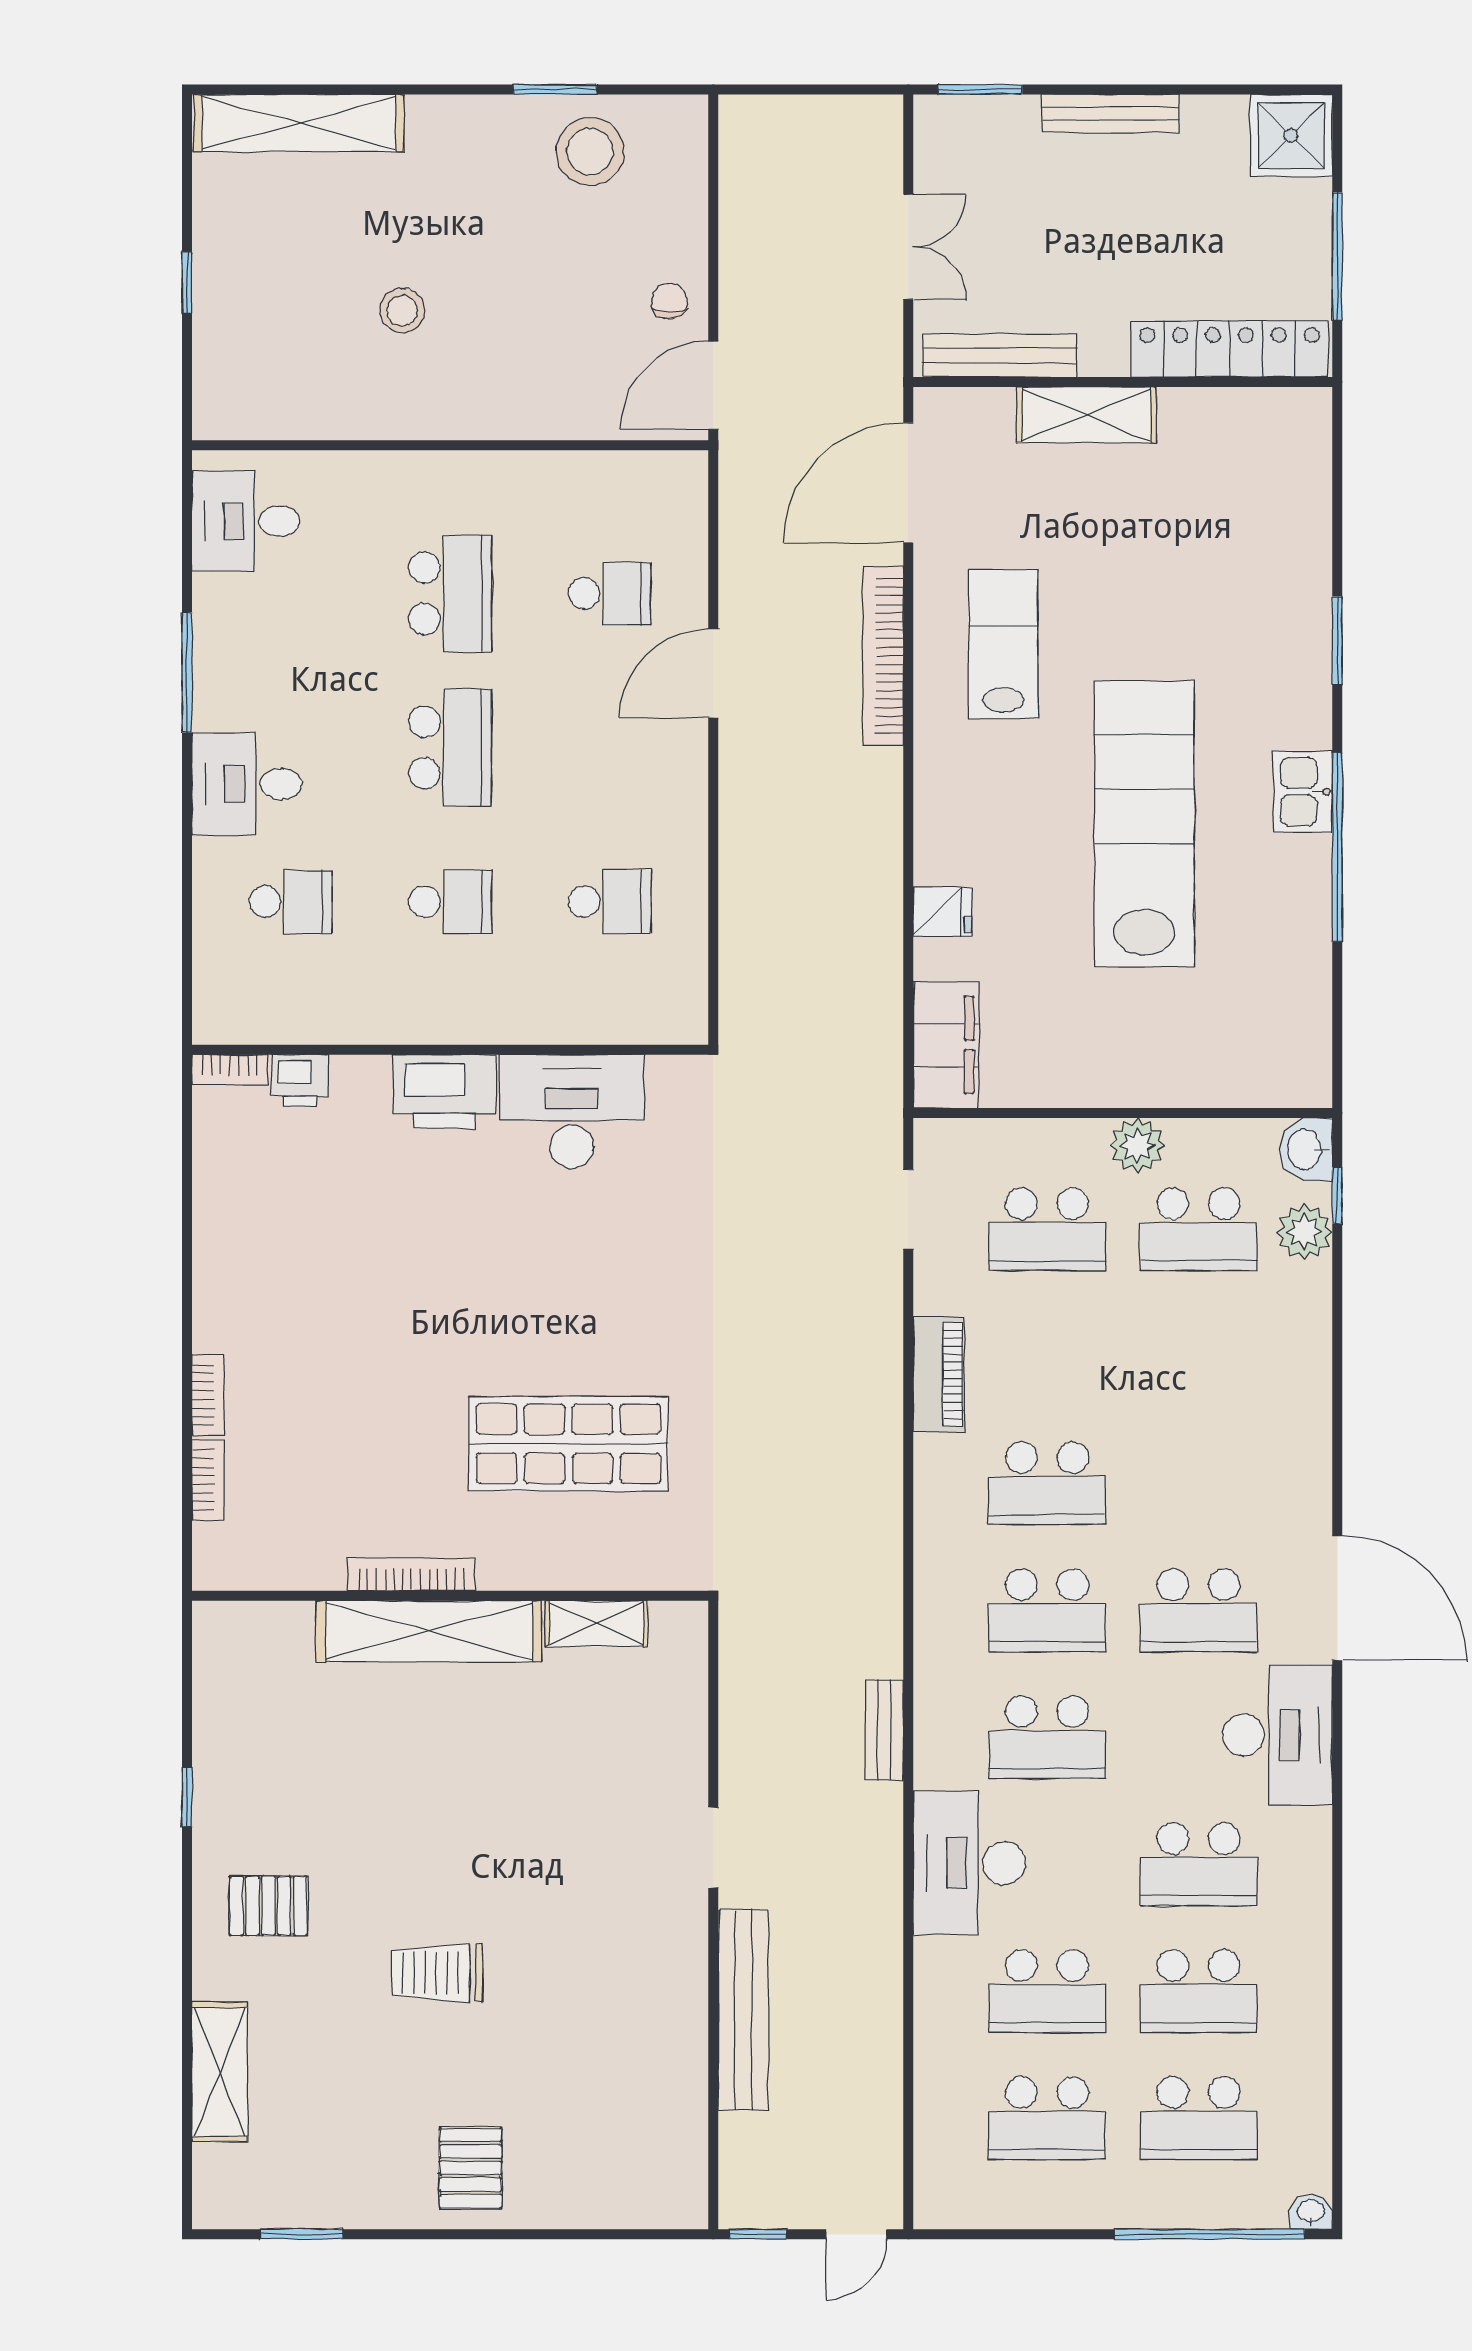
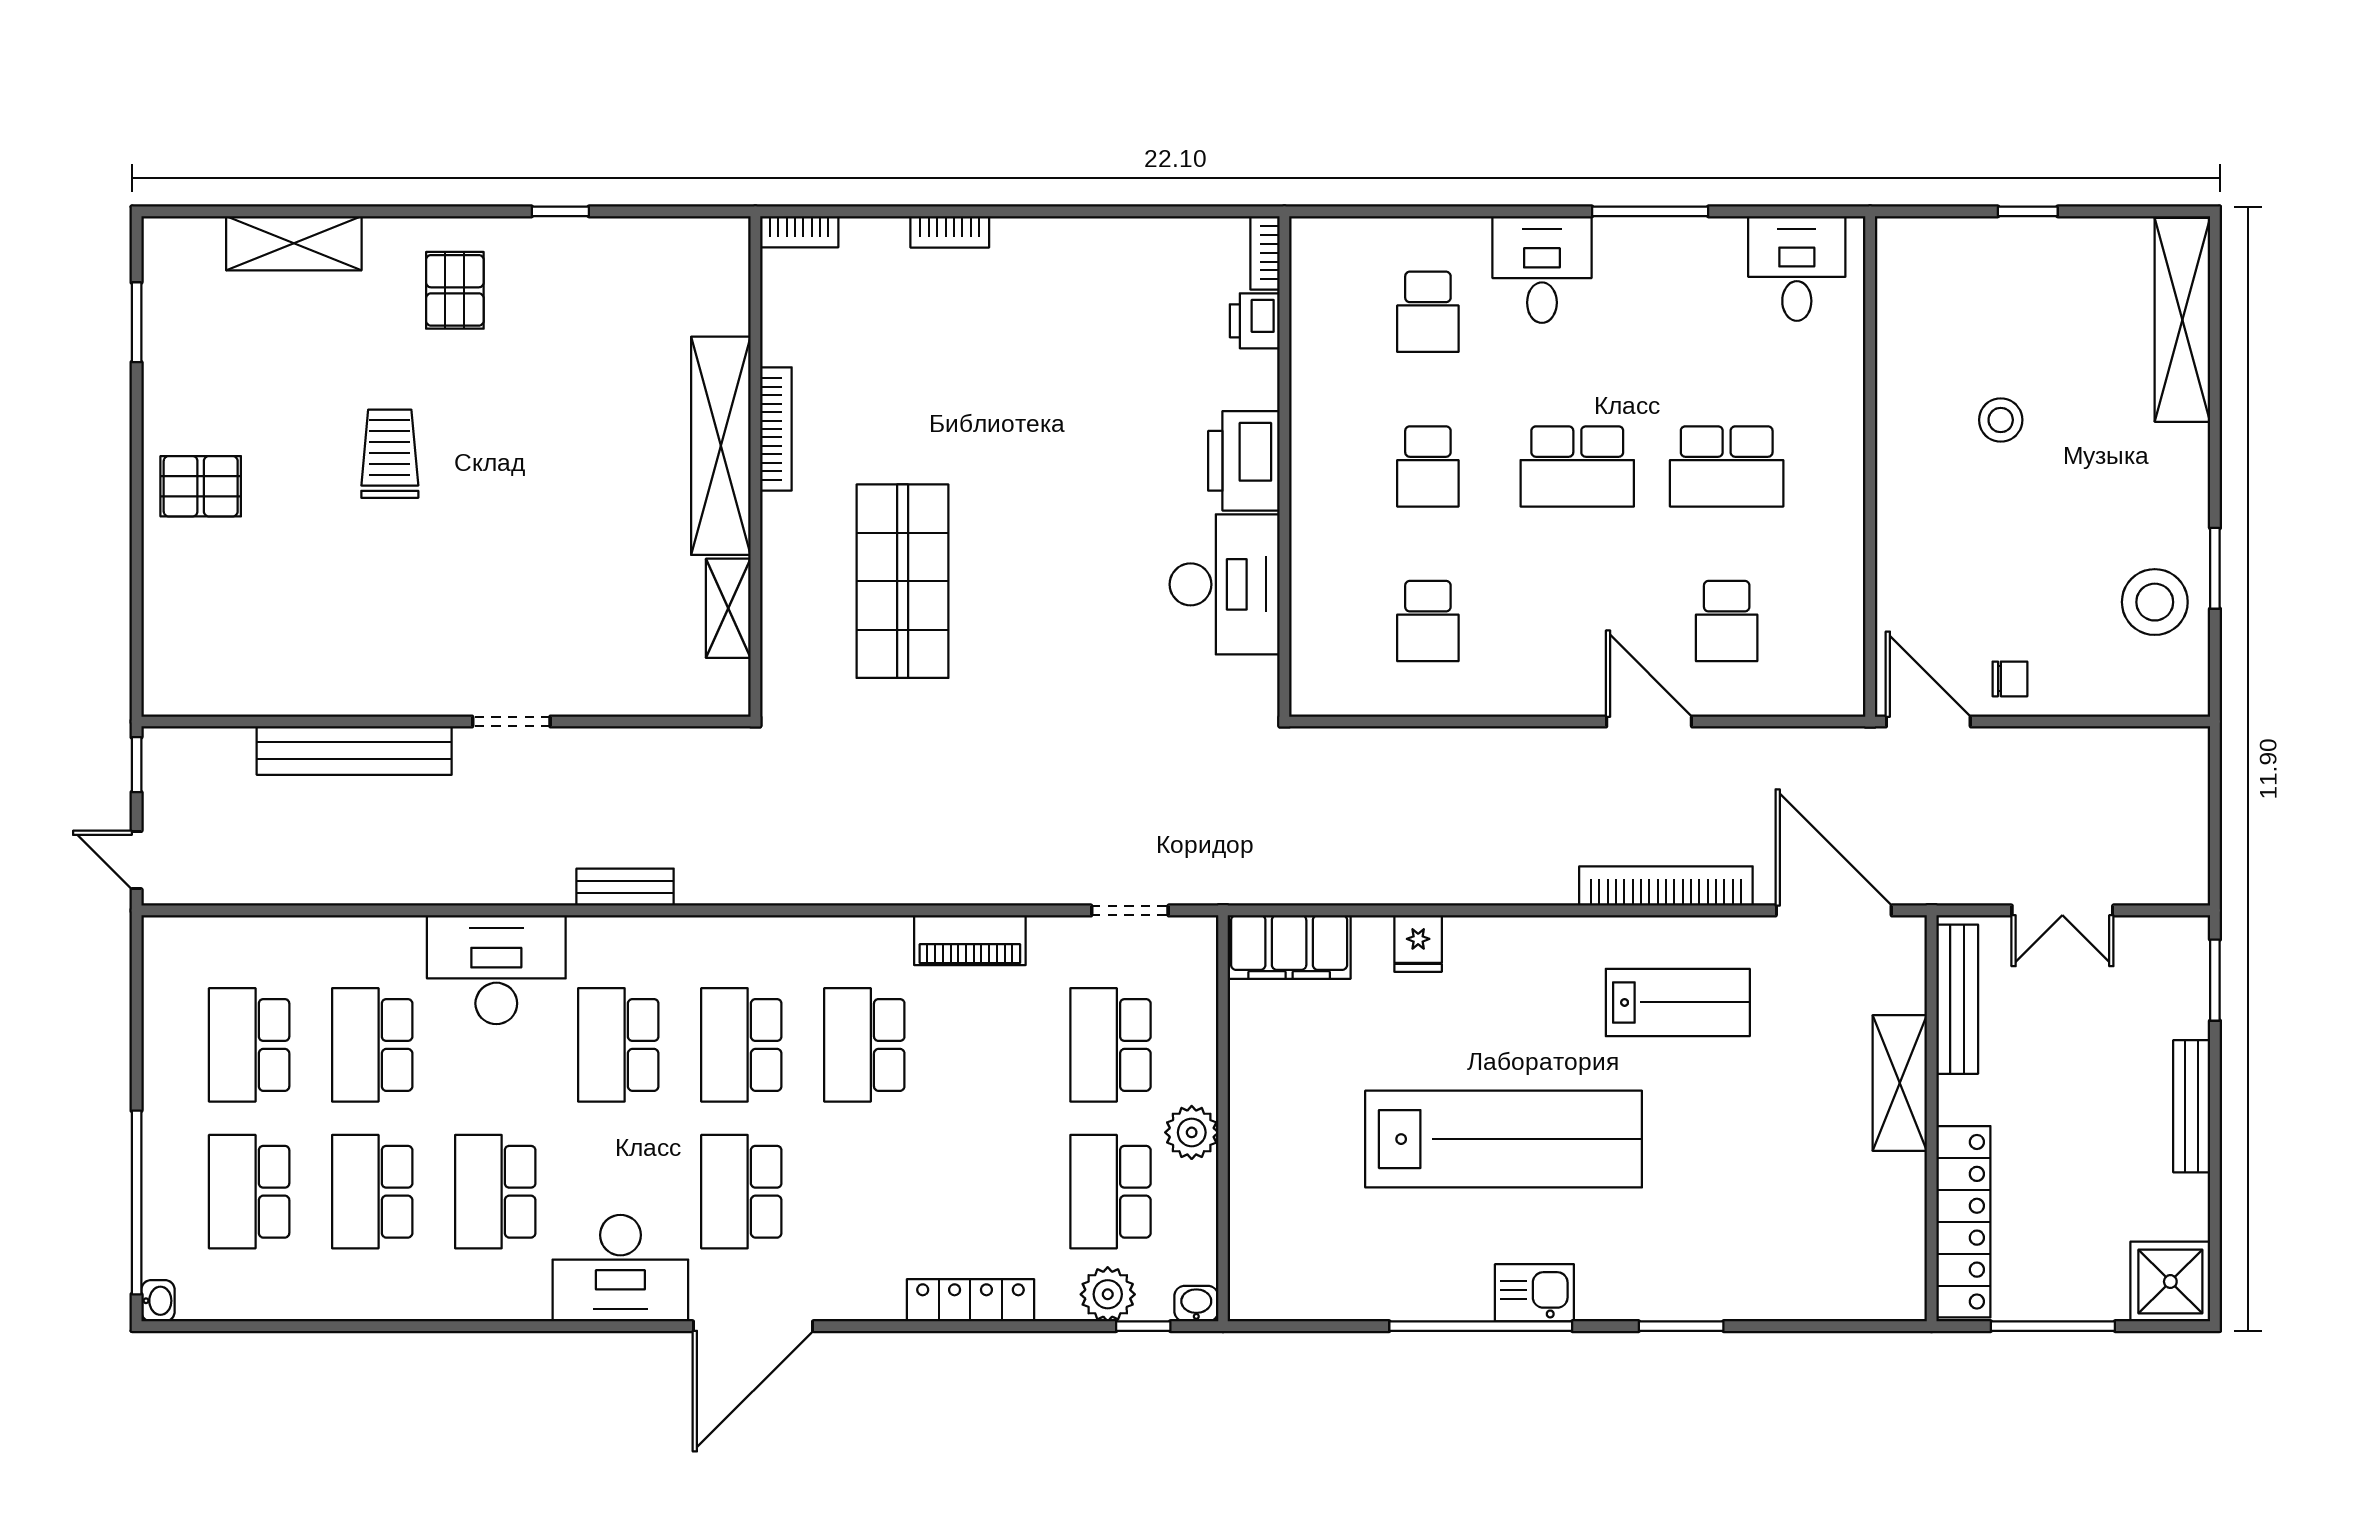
washbasin: (1306, 1149) -> (1196, 1304), width x0.72, depth x0.69
locker: (1311, 1374) -> (970, 1300), added
bookcase: (208, 1480) -> (799, 232), moved

